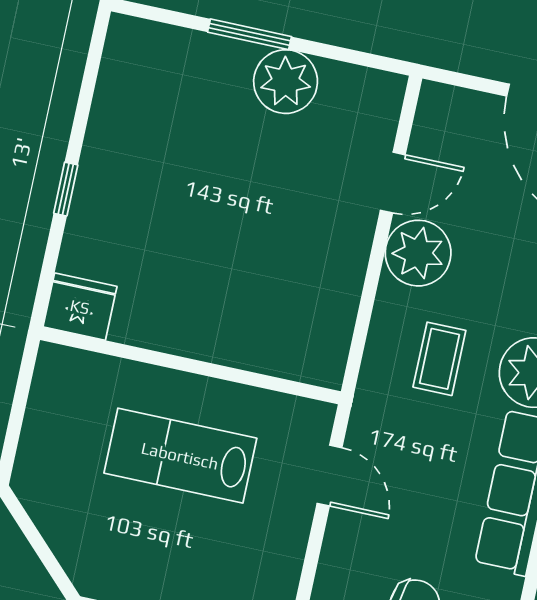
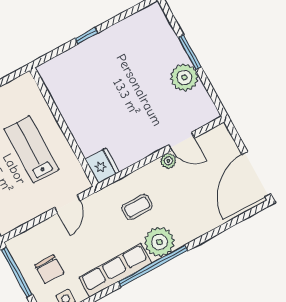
plant: (418, 253) -> (168, 161), width x0.53, depth x0.53
fridge: (80, 307) -> (102, 166), moved

